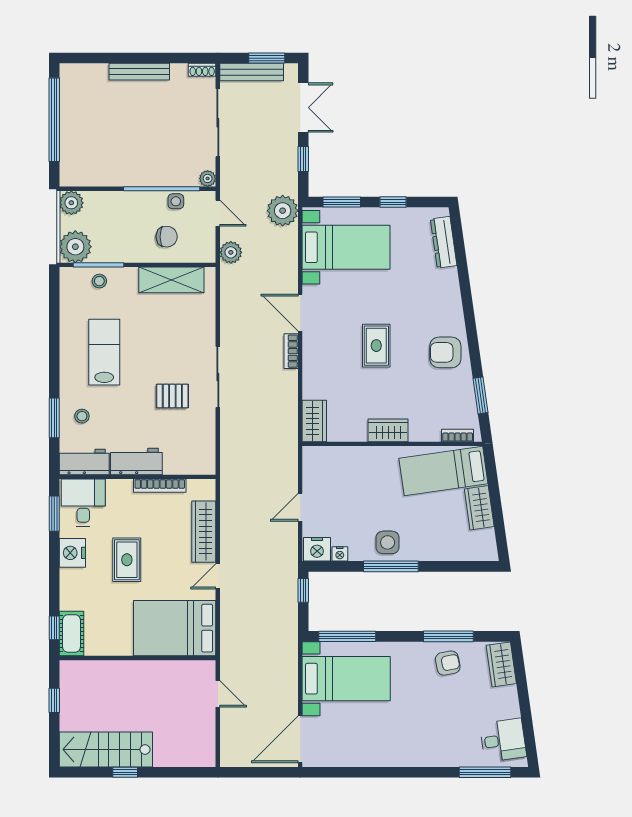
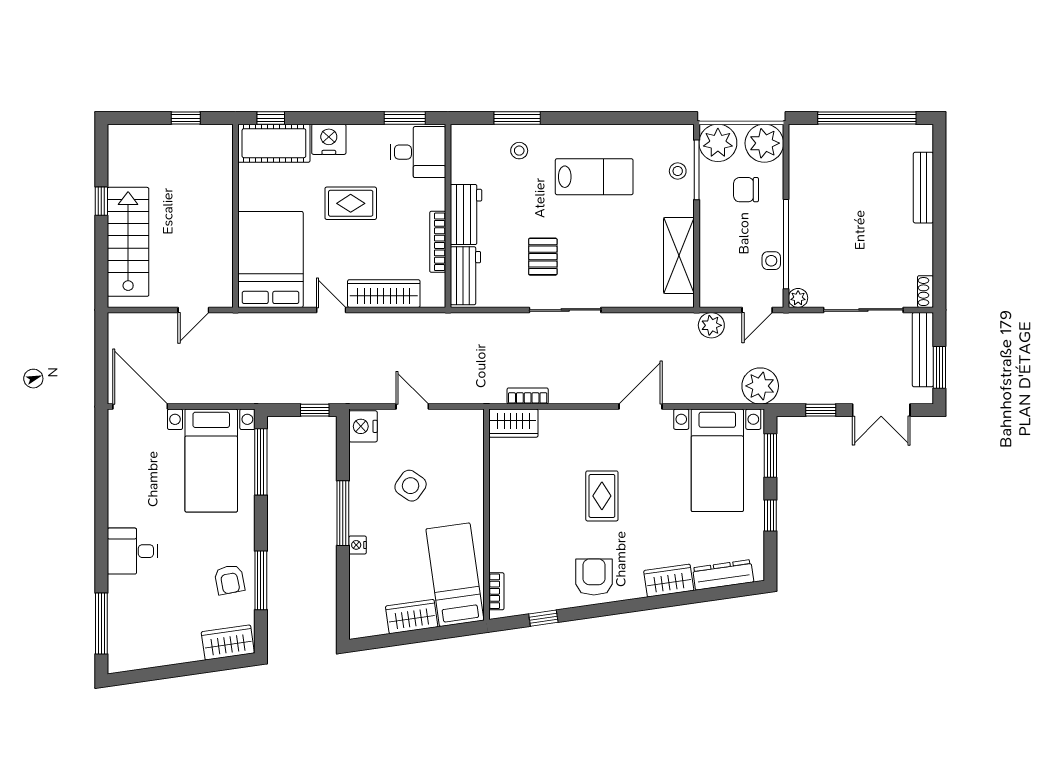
bench: (139, 72) -> (923, 188), moved
plant: (71, 203) -> (764, 143), width x1.36, depth x1.36
chair: (167, 237) -> (746, 190), moved, turned 90
rug: (376, 346) -> (602, 496), turned 90
bookcase: (291, 351) -> (528, 396), moved
window: (481, 395) -> (543, 618), width x0.67
wardrobe: (388, 430) -> (669, 581), moved, turned -98
workbench: (84, 462) -> (465, 276), moved
side table: (388, 542) -> (411, 486), moved, turned 35
nightstand: (72, 553) -> (329, 139), moved
nightstand: (340, 554) -> (358, 545), moved
cot: (72, 633) -> (274, 143), width x1.37, depth x1.34
desk: (503, 740) -> (132, 551), moved, turned 98
stairs: (106, 749) -> (128, 242), moved

